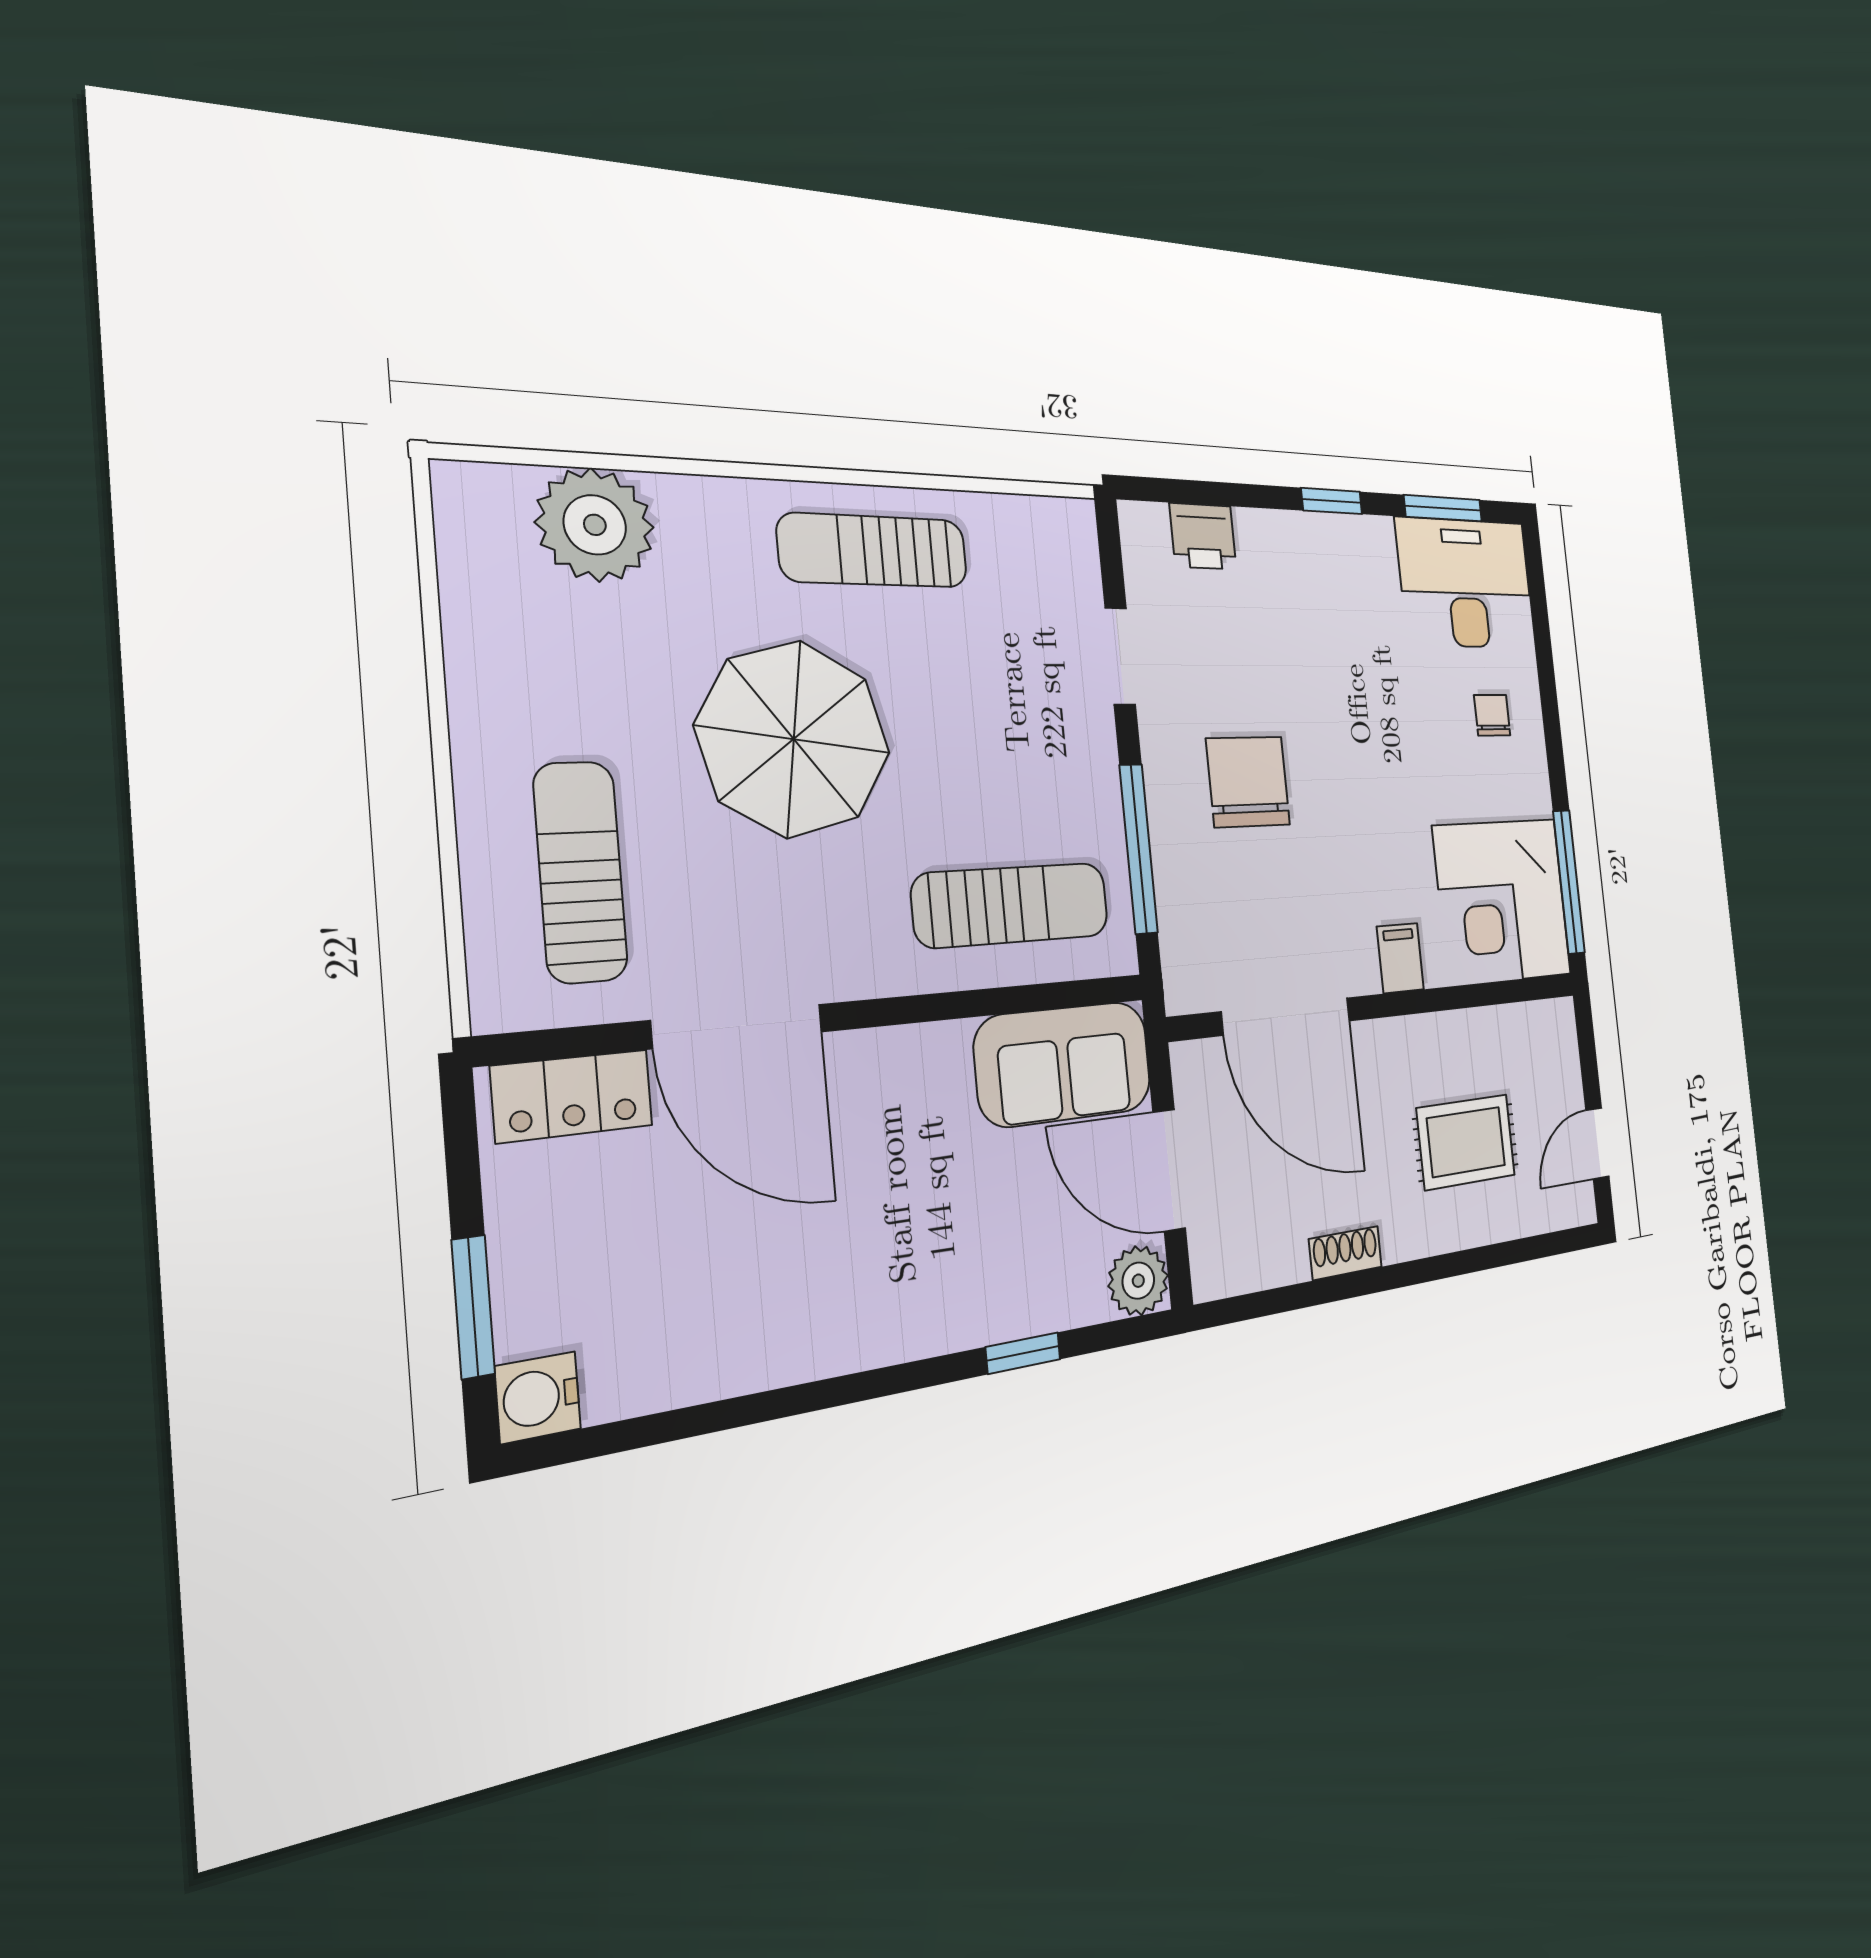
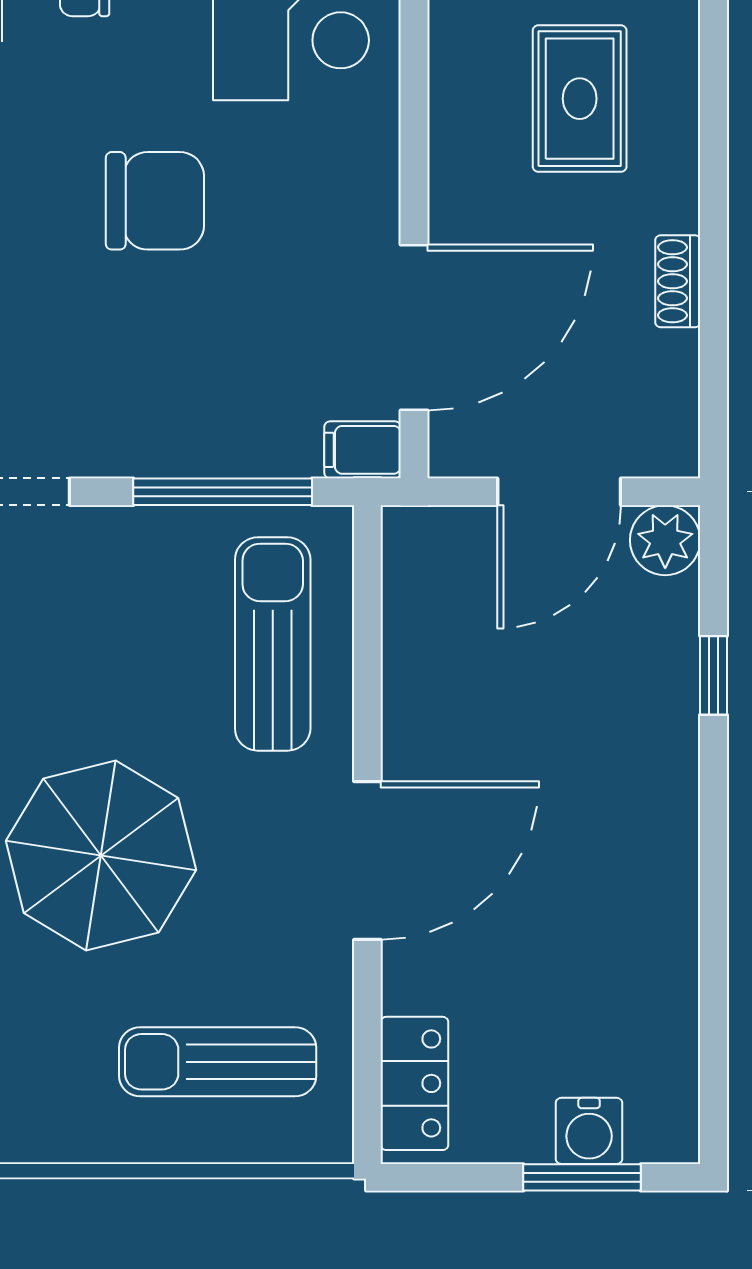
chair: (1248, 782) -> (155, 201), moved, turned 180
filing cabinet: (1400, 958) -> (363, 450), moved
door: (738, 1026) -> (367, 860), moved
sofa: (1064, 1064) -> (437, 602), removed
water cooler: (538, 1398) -> (589, 1131), moved

